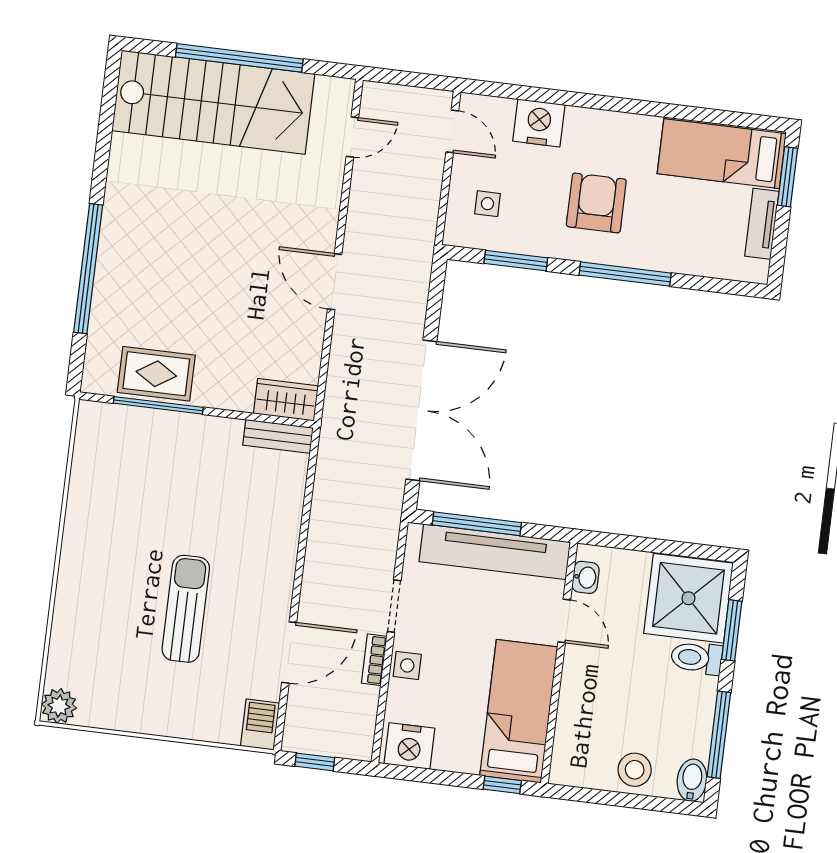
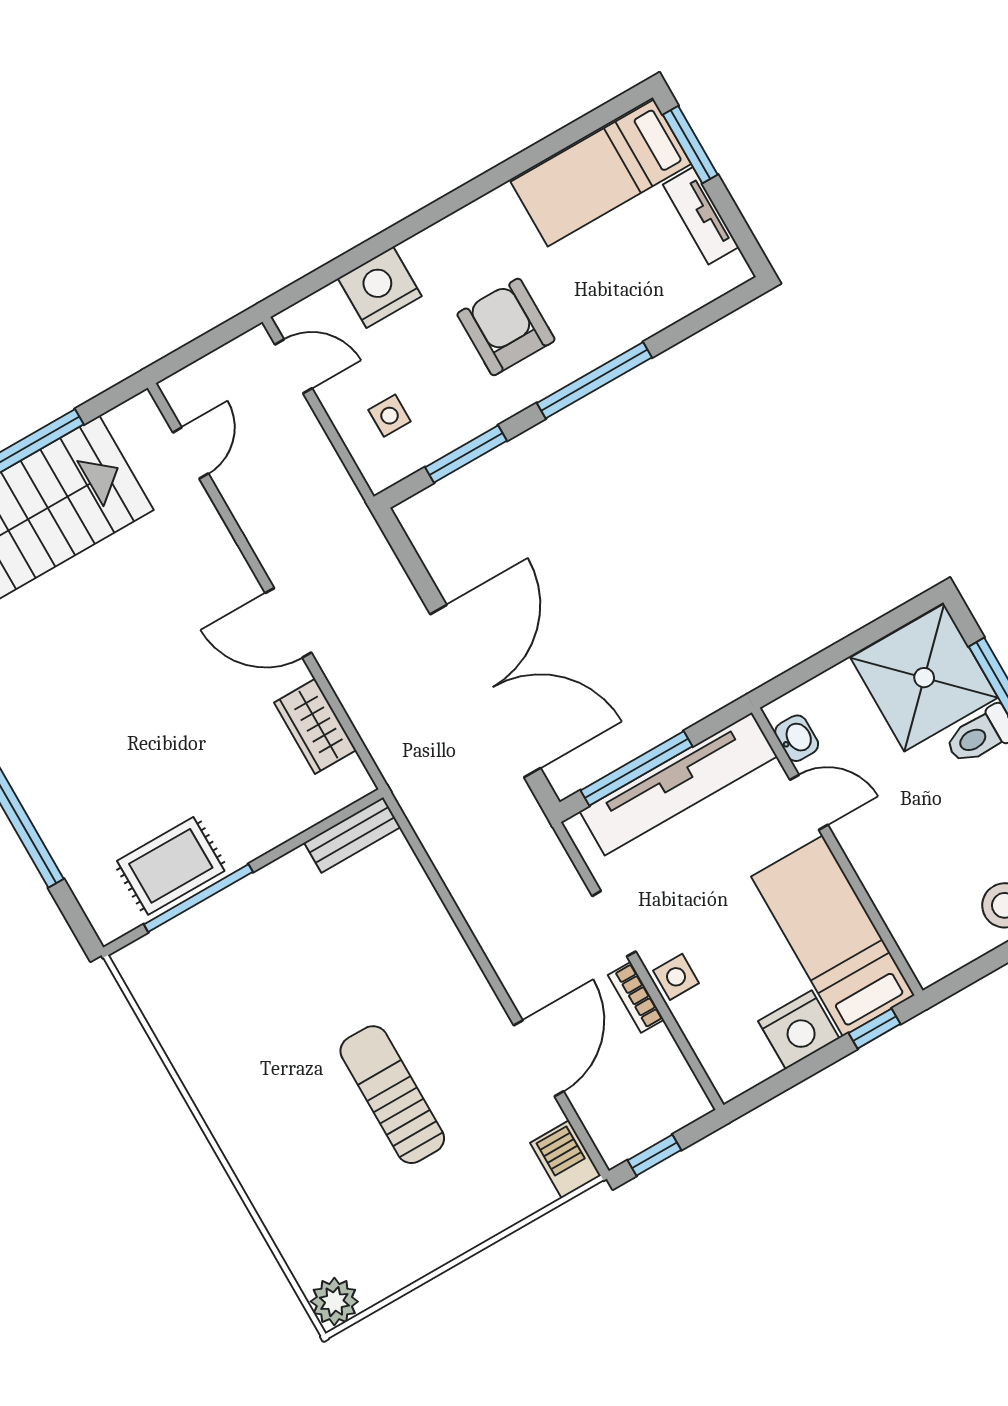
wardrobe: (286, 400) -> (315, 726), moved, turned -90
nightstand: (409, 746) -> (799, 1030), moved

